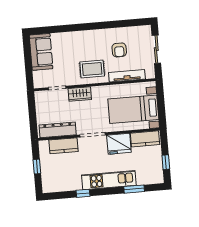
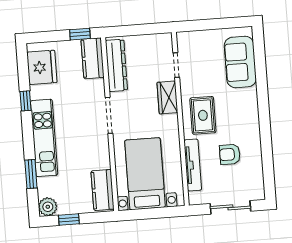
sofa: (41, 52) -> (240, 62), moved, turned 90
fridge: (119, 144) -> (42, 67), moved, turned 180
kitchen counter: (63, 146) -> (93, 58), moved
window: (37, 167) -> (80, 34), moved
plant: (157, 177) -> (48, 207), added

